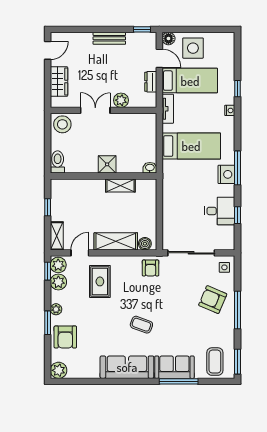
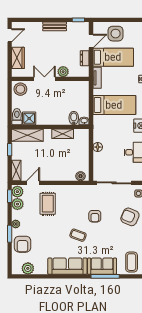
floor lamp: (168, 38) -> (98, 147), moved
door: (159, 58) -> (91, 41), hinge flipped
shower: (107, 164) -> (29, 118), moved
bidet: (136, 164) -> (74, 118), added
shelving: (116, 241) -> (27, 135), moved
armchair: (151, 268) -> (95, 216), moved
plant: (59, 370) -> (28, 268), moved

